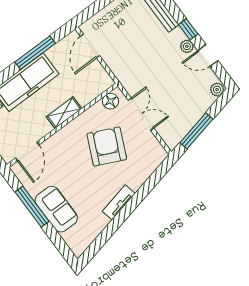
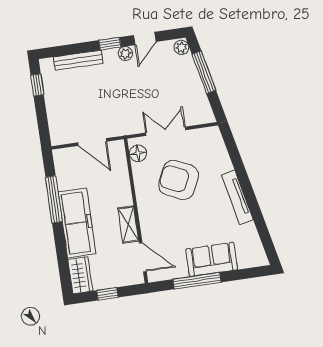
door: (90, 46) -> (92, 142), moved
shelving: (64, 113) -> (128, 225), moved
window: (196, 131) -> (204, 72), moved
tv unit: (119, 202) -> (237, 197), width x1.41

